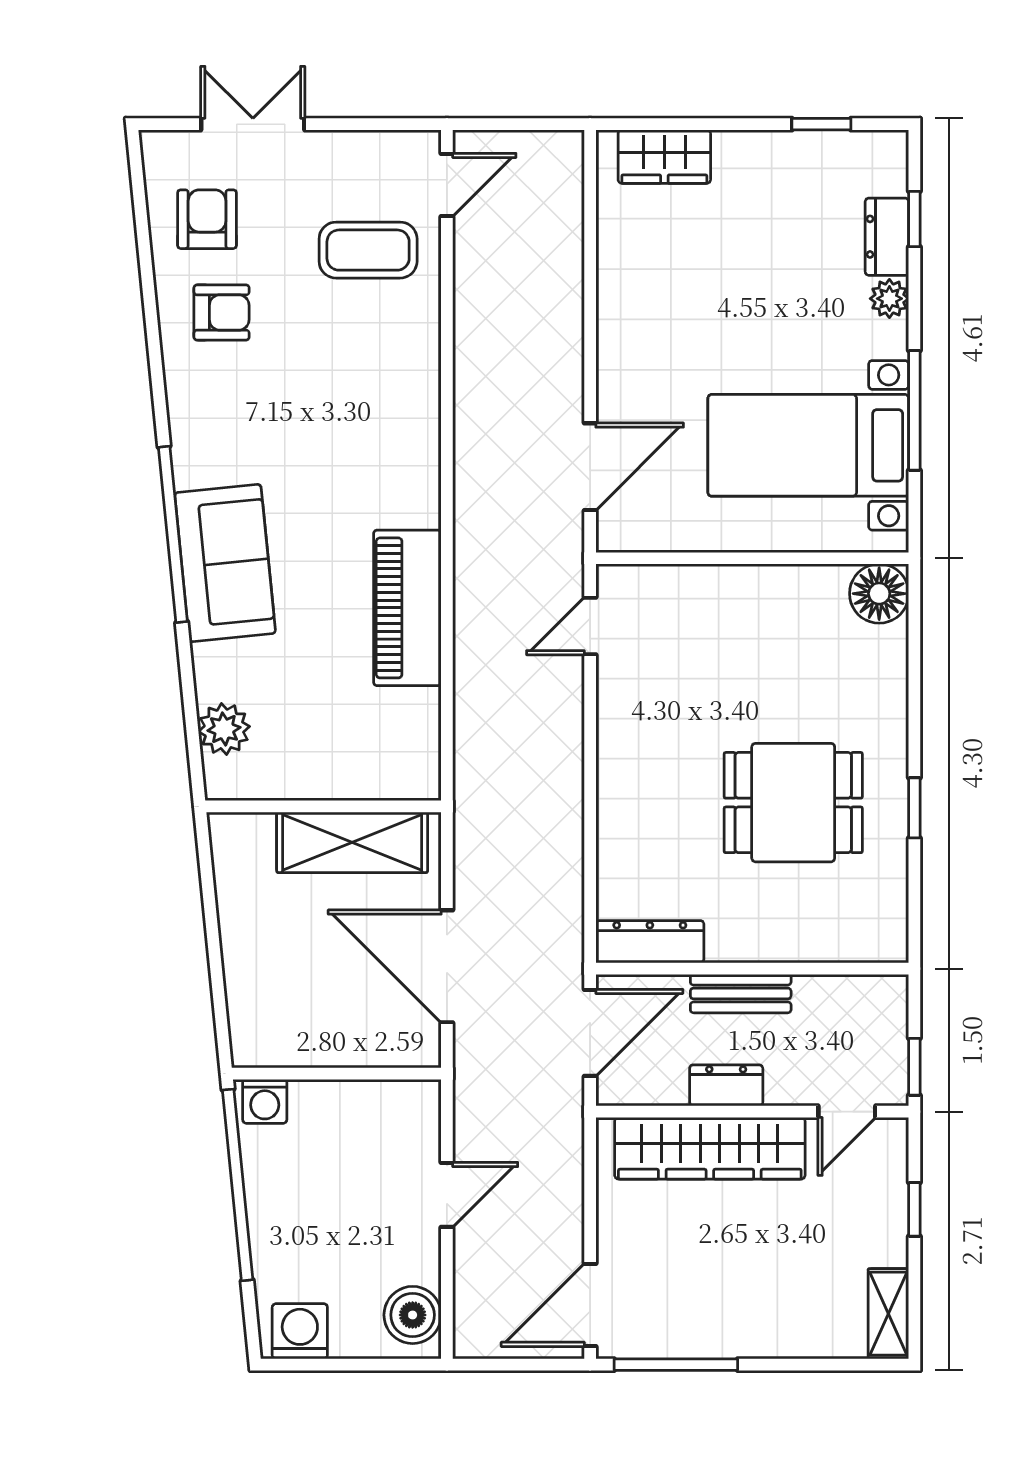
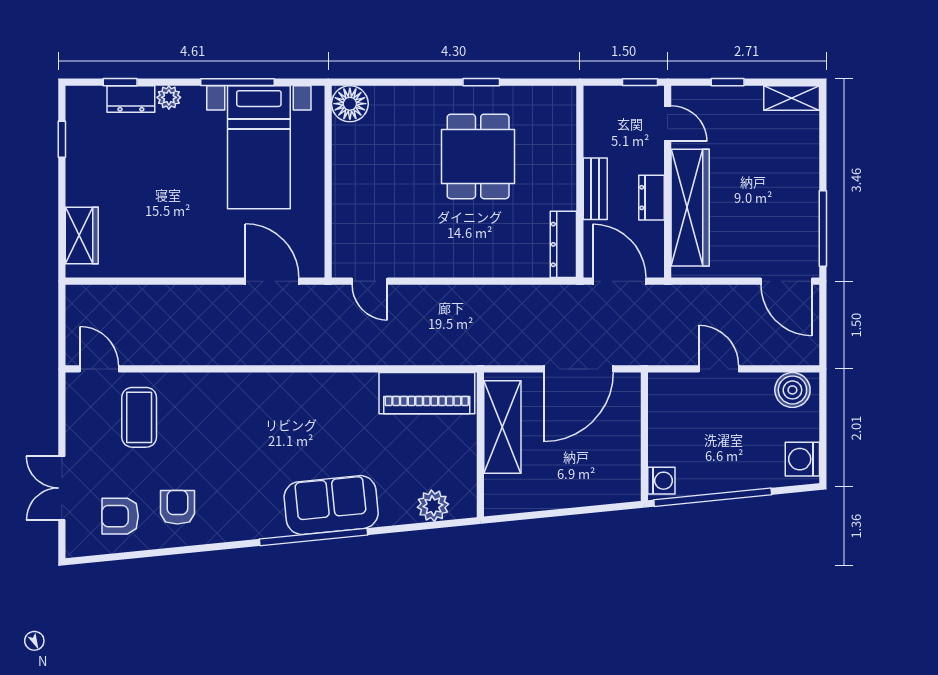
piano: (407, 608) -> (427, 393), moved

